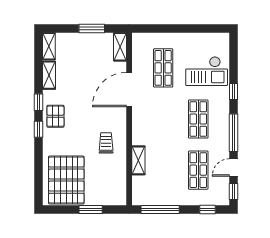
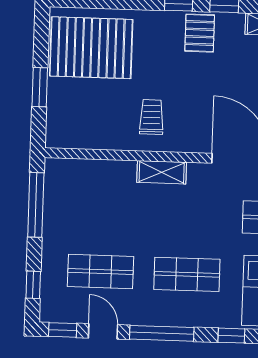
pallet: (55, 116) -> (200, 33), turned 90
trolley: (106, 143) -> (152, 117), turned -90
shelving: (138, 160) -> (162, 172), moved

